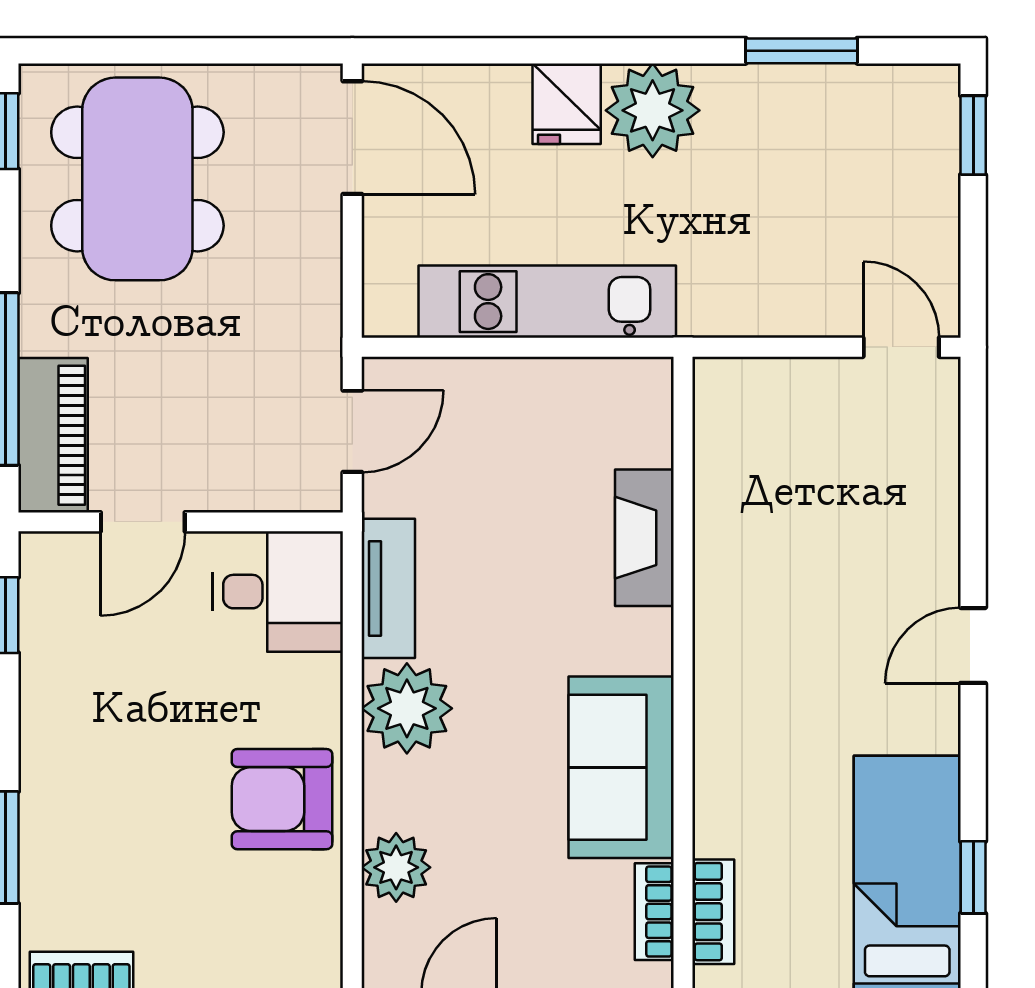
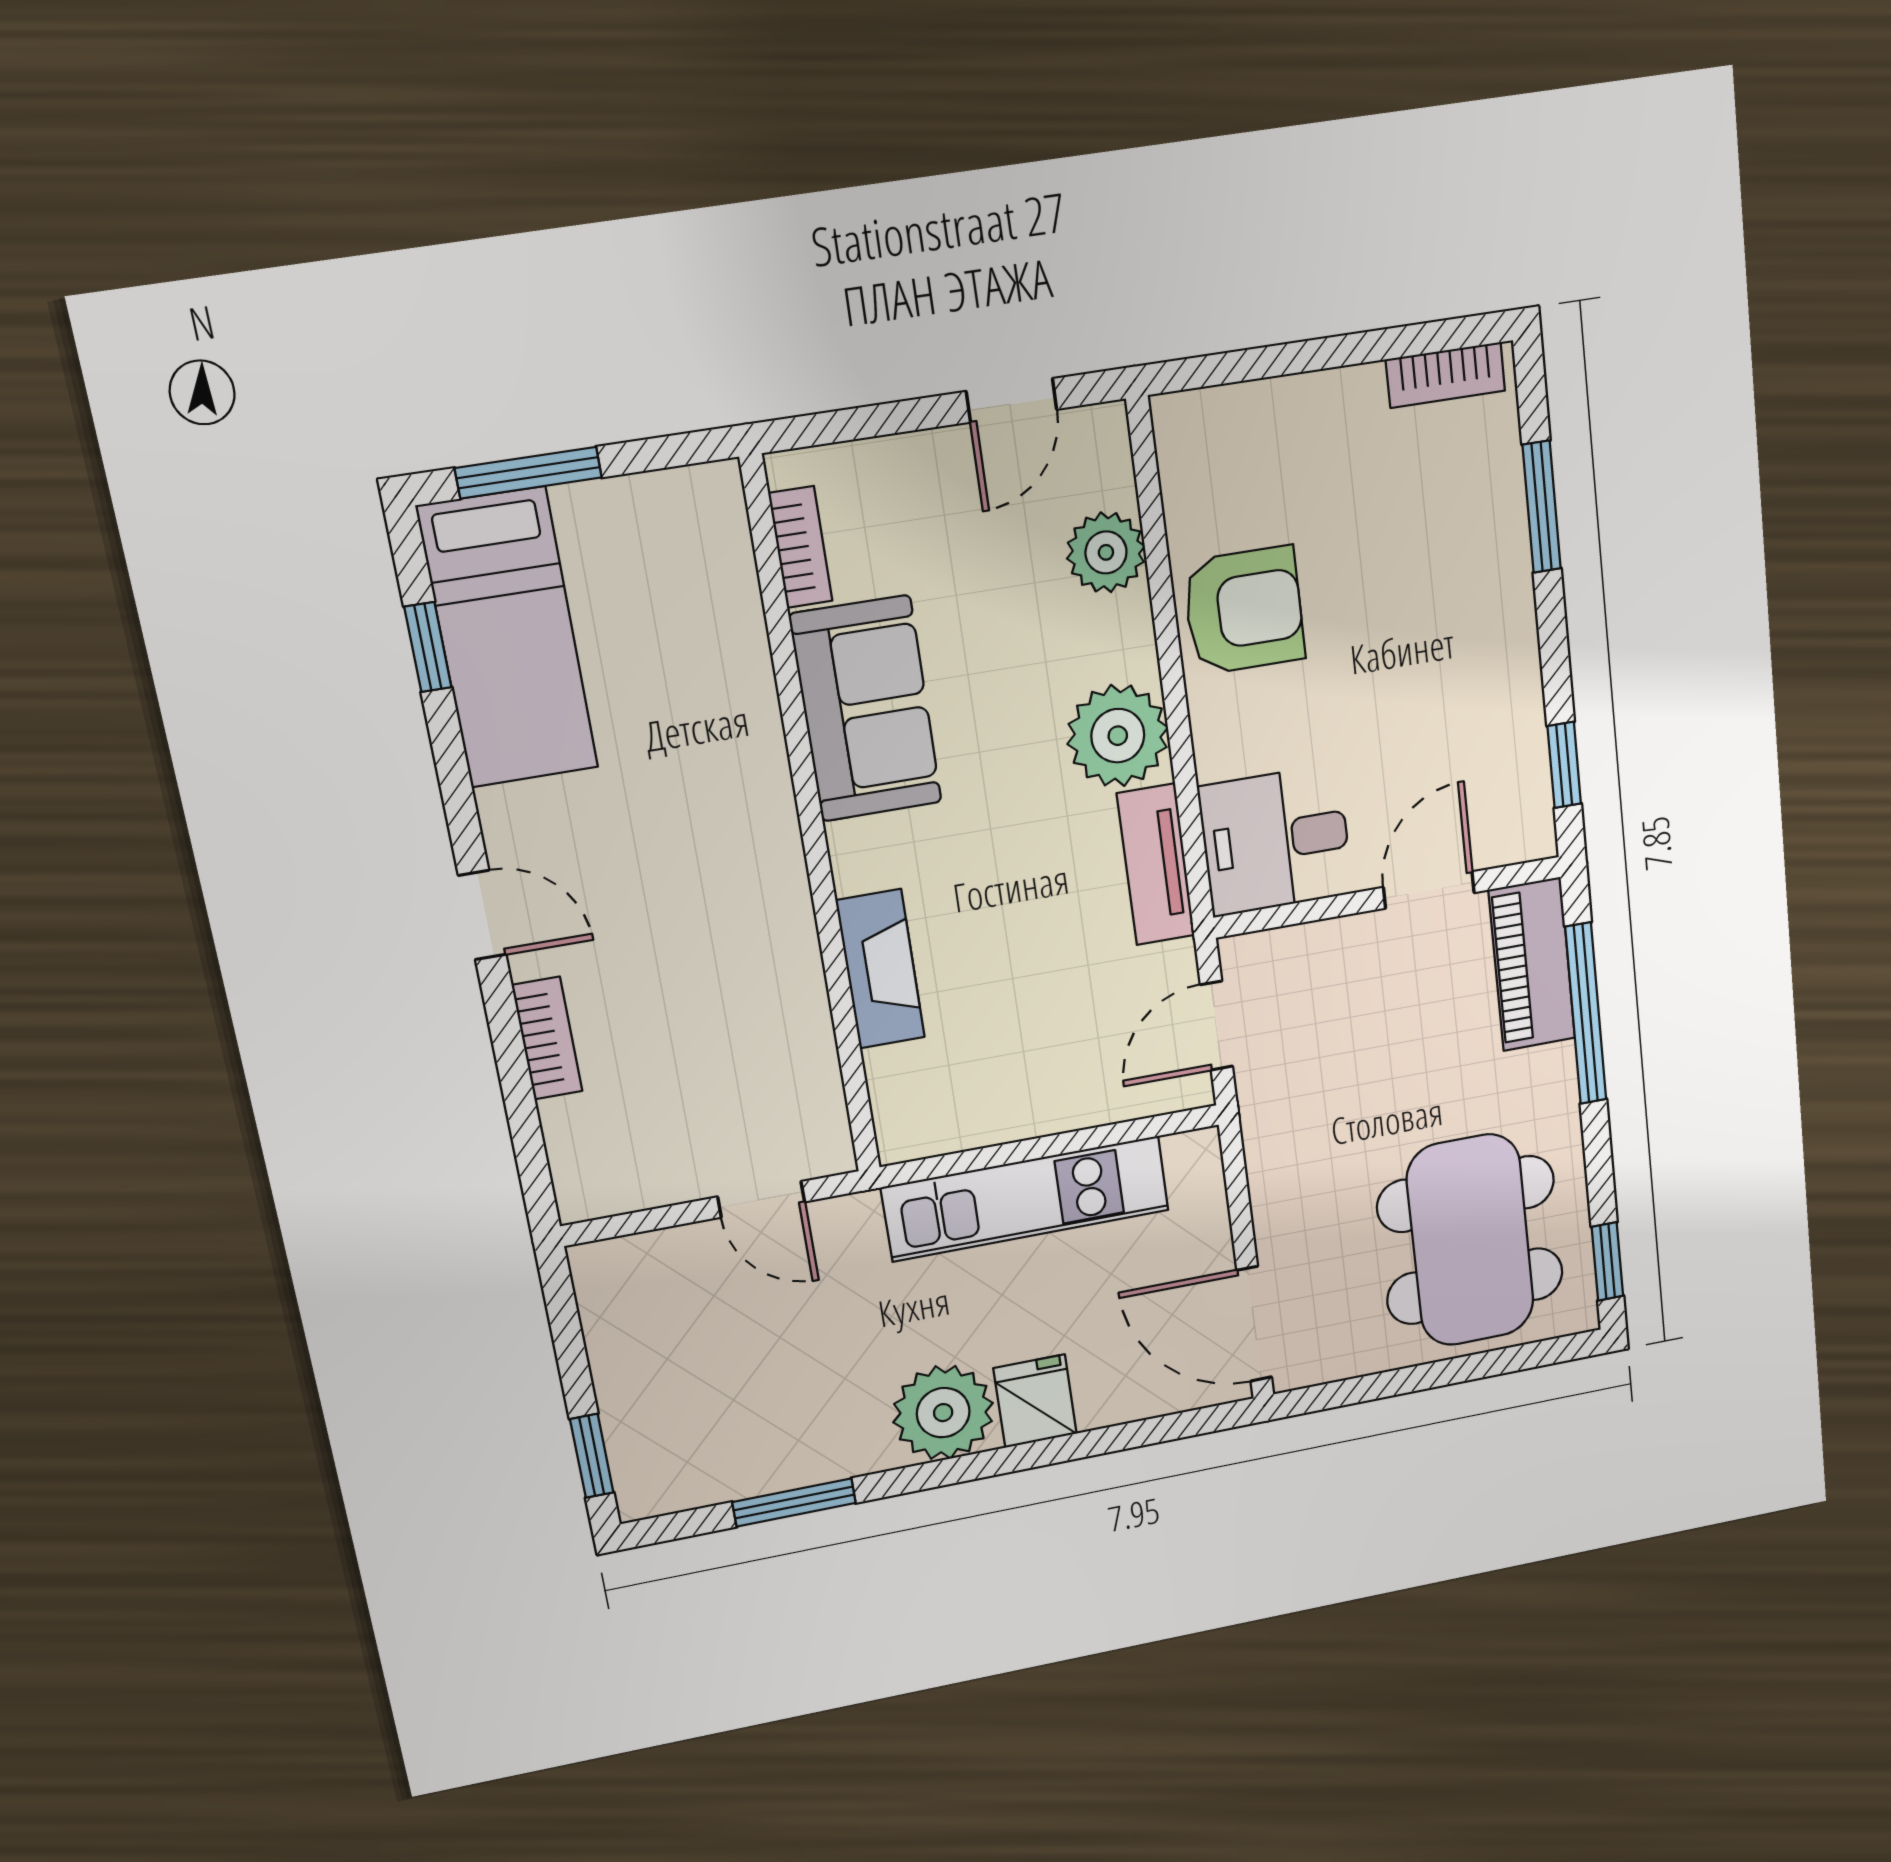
door: (901, 347) -> (761, 1199), moved
door: (973, 645) -> (482, 915), hinge flipped
bookcase: (713, 912) -> (547, 1038), moved, turned 180

